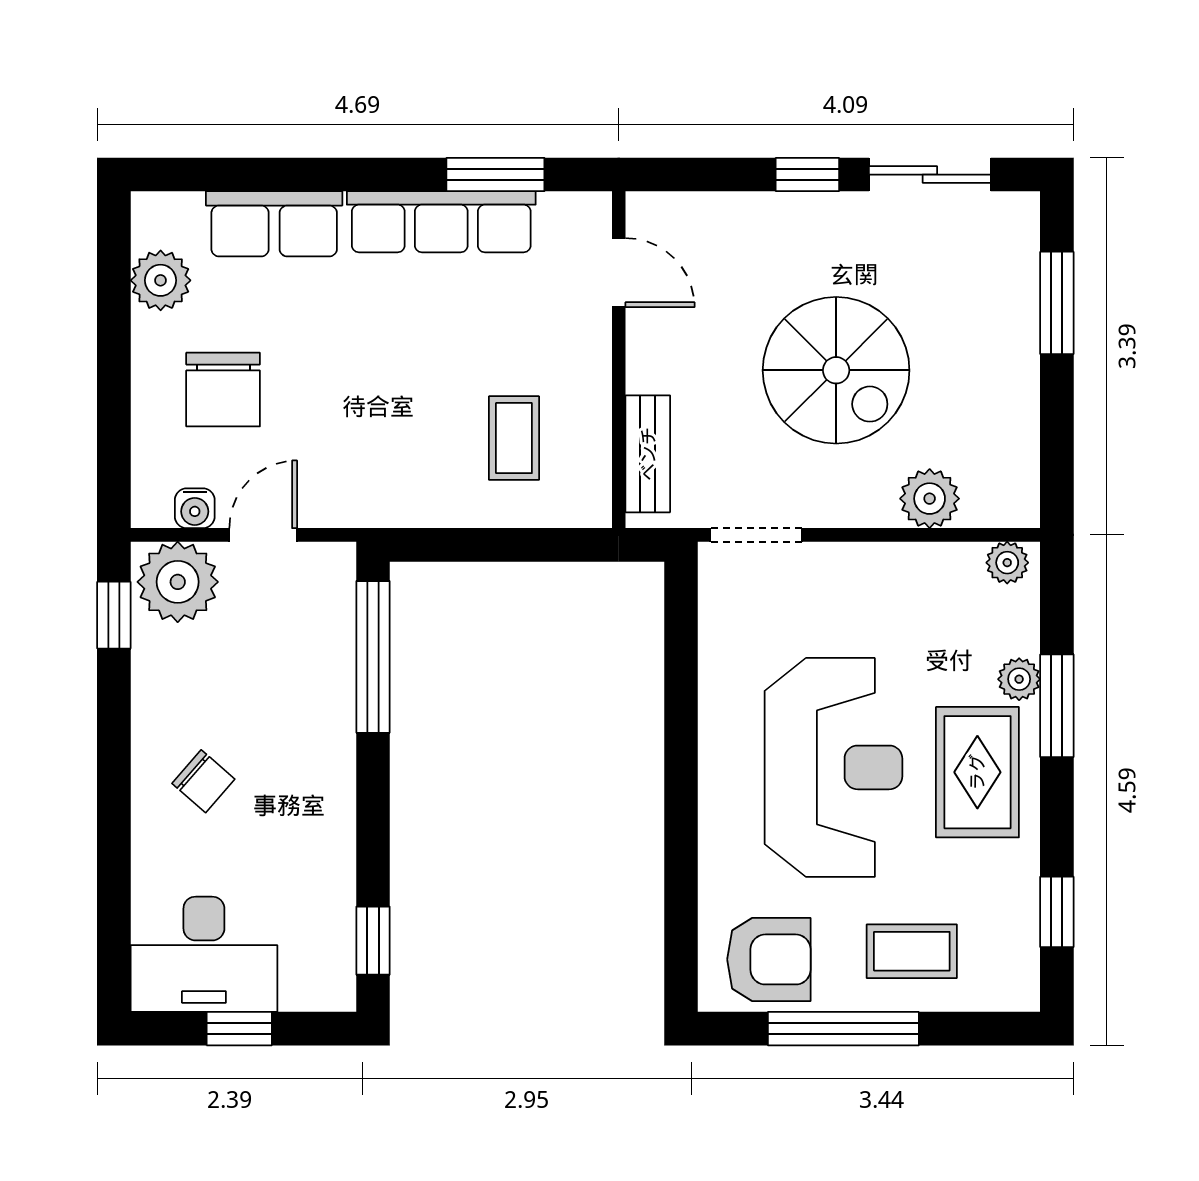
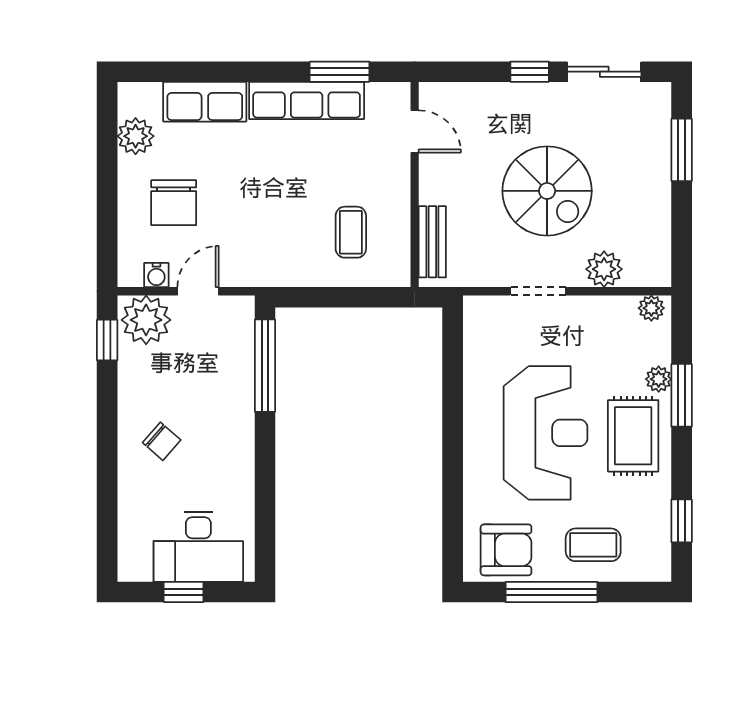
doorway: (756, 535) -> (538, 291), moved
window: (373, 941) -> (265, 538), removed
desk: (204, 954) -> (198, 547), moved

